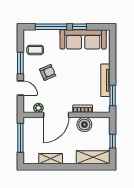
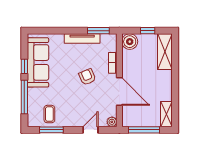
window: (20, 63) -> (51, 130), moved
armchair: (48, 72) -> (87, 77), moved
plant: (38, 108) -> (112, 122), moved
boiler: (84, 125) -> (130, 42), moved
shelving: (51, 159) -> (166, 114), moved

